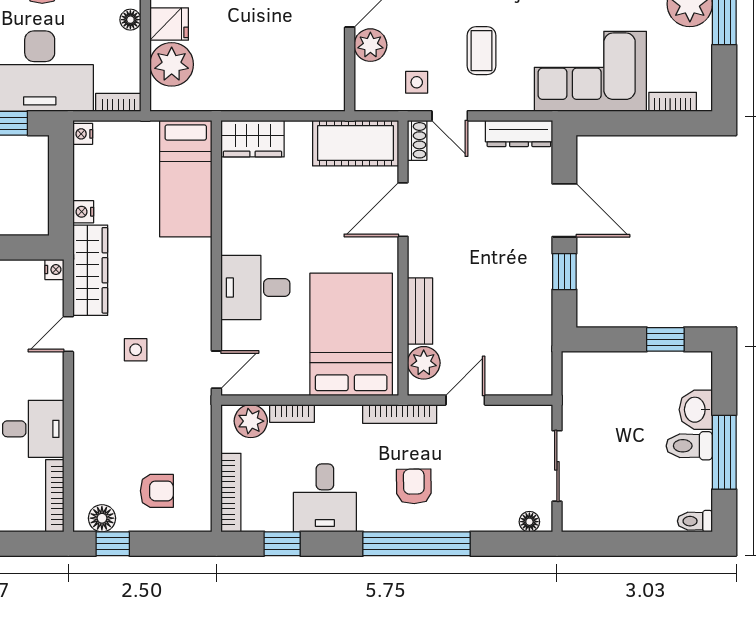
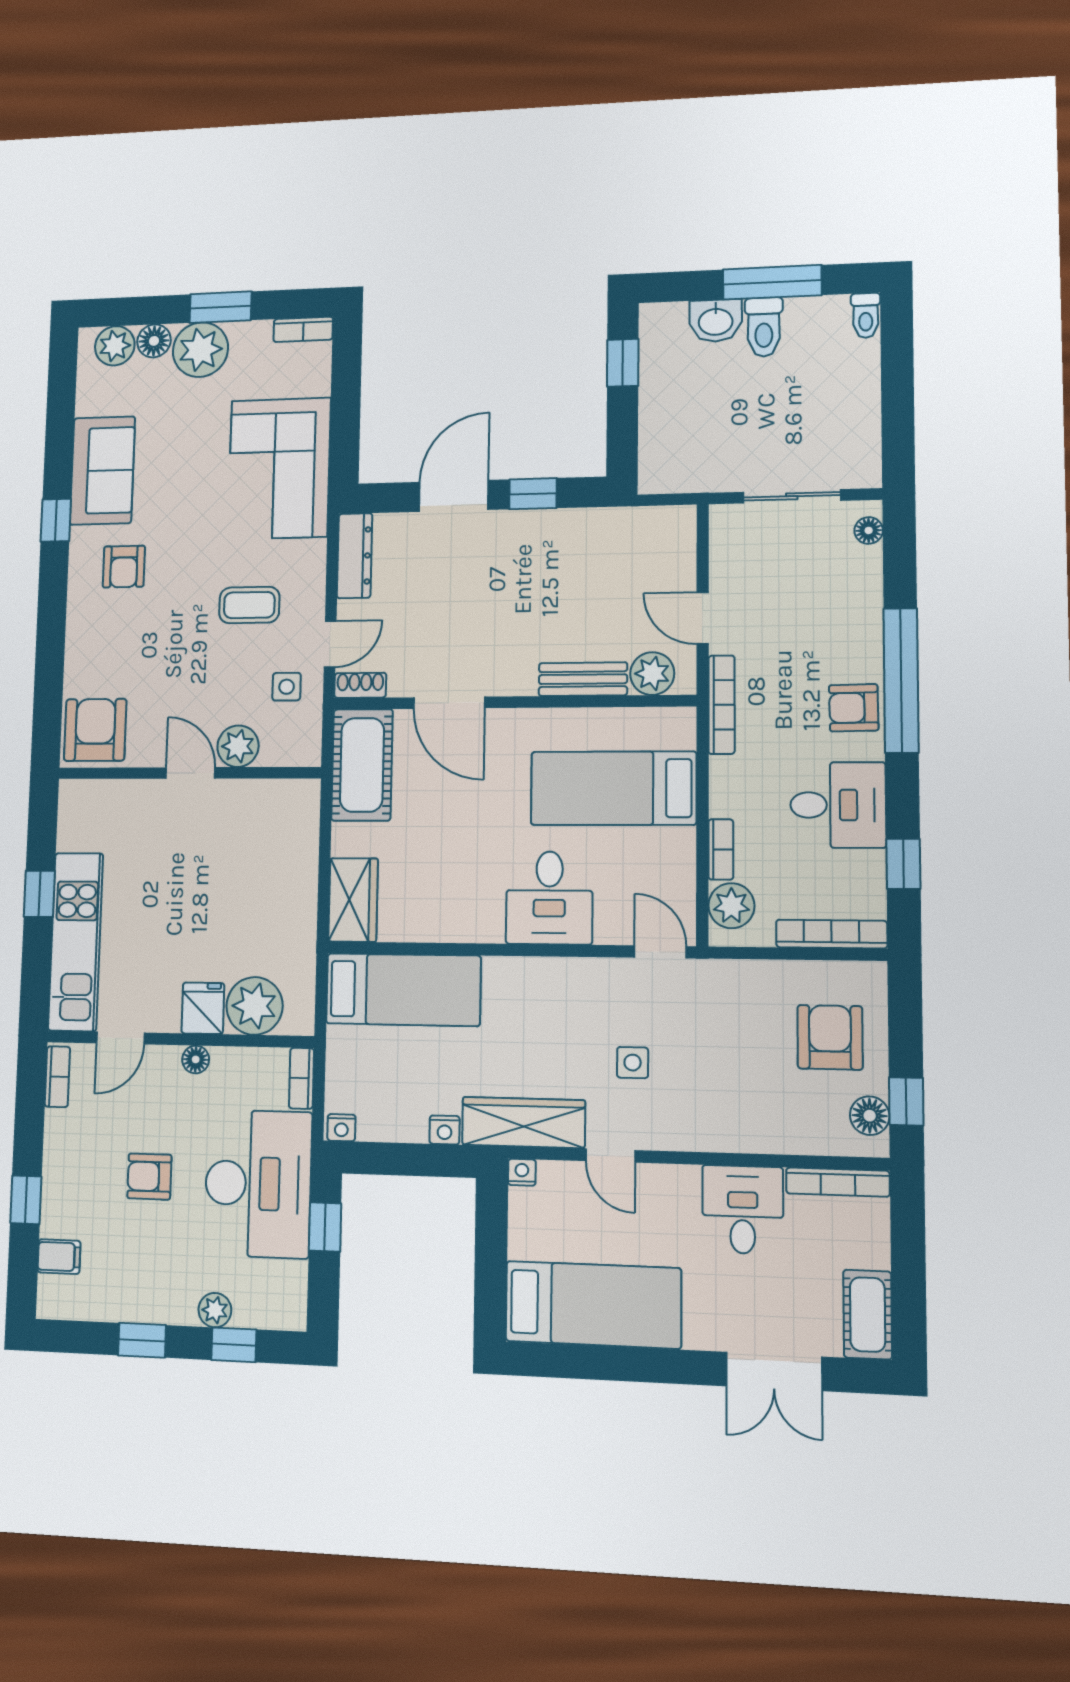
bookcase: (673, 102) -> (303, 329), moved, turned -90
bed: (351, 334) -> (613, 788), width x0.67
armchair: (414, 486) -> (854, 708), moved
armchair: (157, 491) -> (830, 1037), width x1.38, depth x1.38

